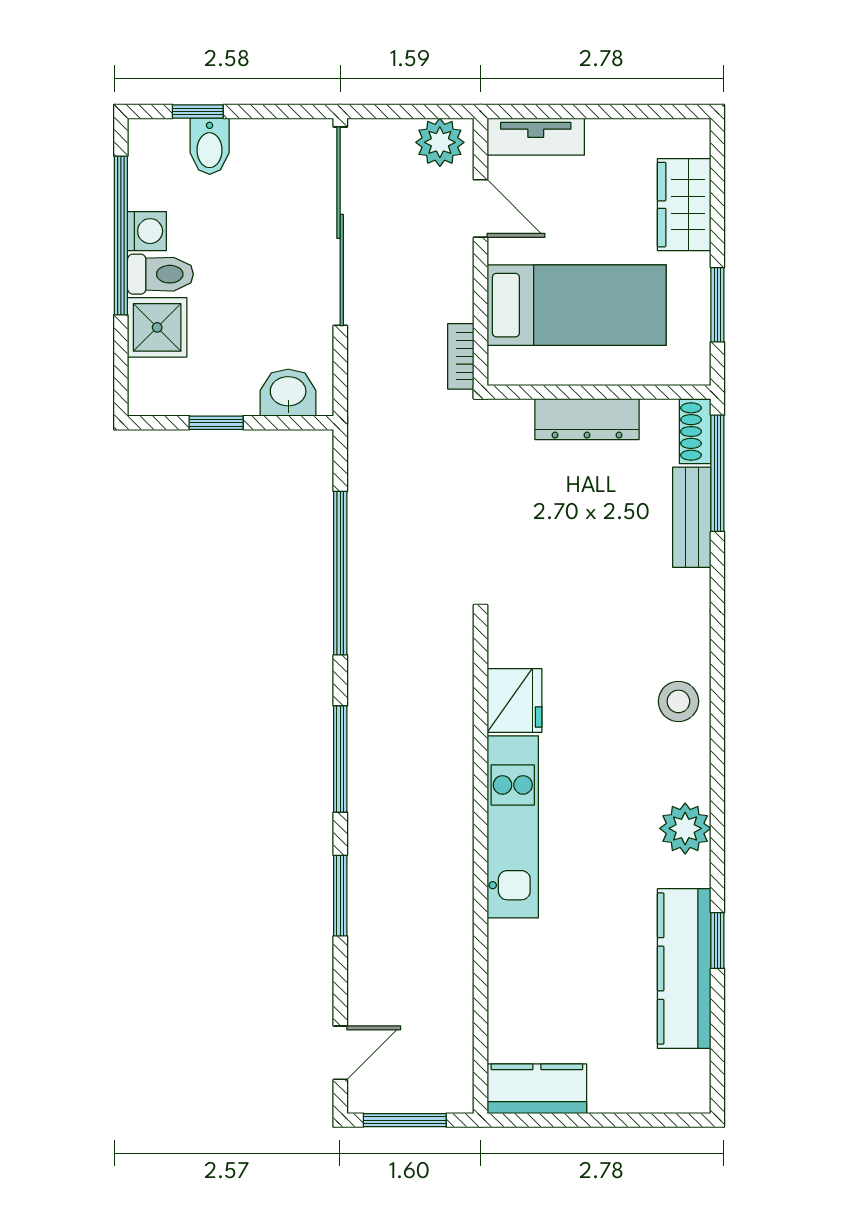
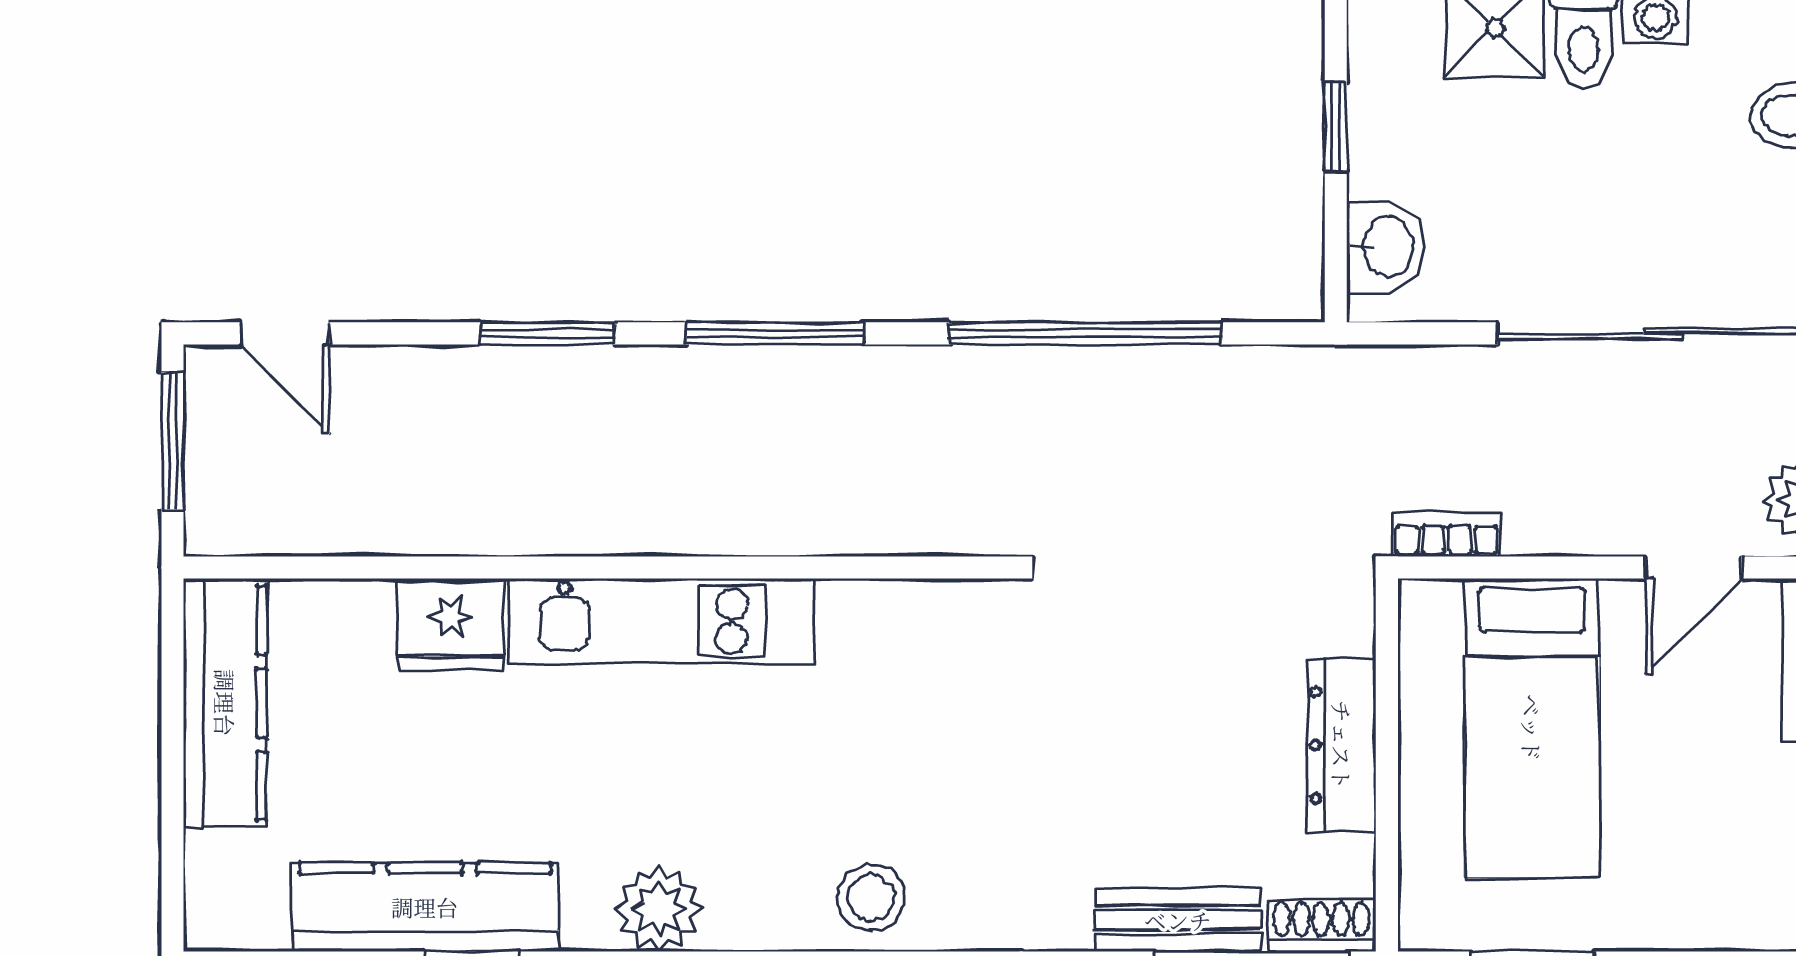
wardrobe: (684, 205) -> (1700, 907), removed
fridge: (515, 700) -> (451, 624), moved
kitchen counter: (537, 1089) -> (225, 703), width x1.50

